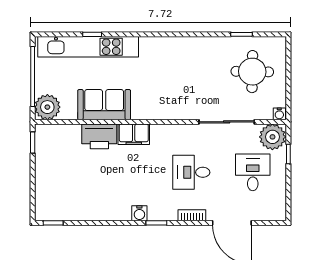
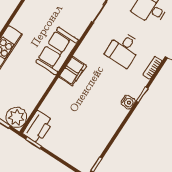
sofa: (104, 105) -> (57, 51), moved
printer: (99, 136) -> (38, 127), moved

